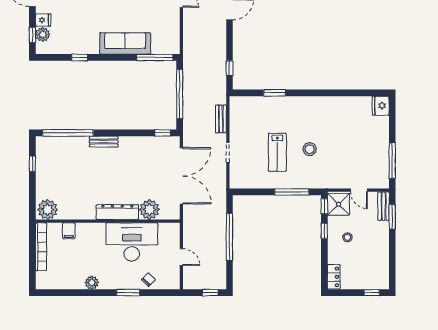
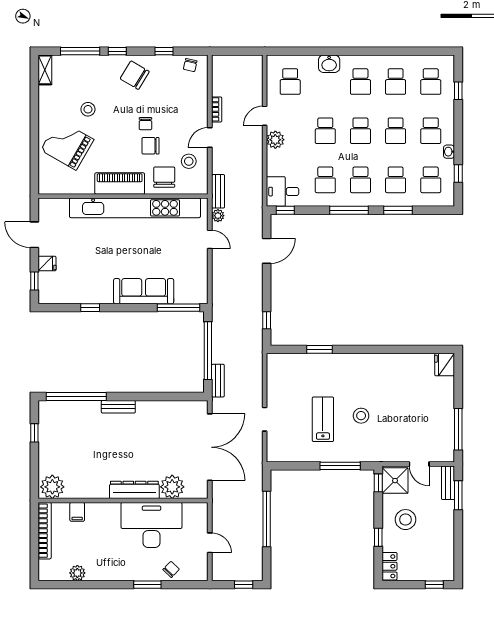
plant: (43, 35) -> (47, 281), removed
bench: (221, 119) -> (218, 381), moved
window: (163, 133) -> (188, 397), removed
lab bench: (277, 152) -> (323, 419), turned 180
window: (324, 231) -> (378, 537), moved
stool: (347, 237) -> (405, 520), width x1.89, depth x1.89
plant: (92, 283) -> (77, 573), moved

